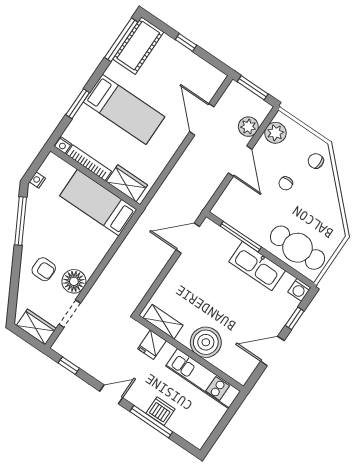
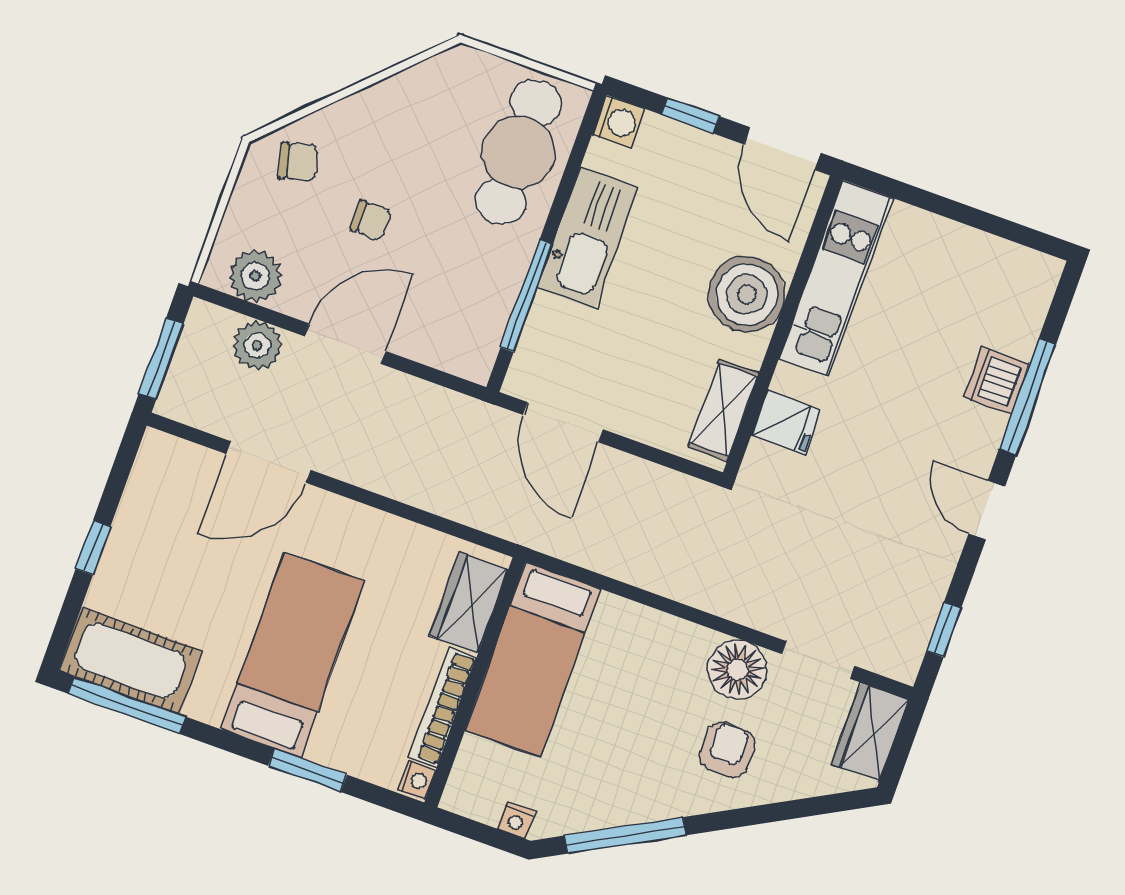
chair: (316, 161) -> (298, 162), turned -104
shelving: (163, 322) -> (723, 410), moved
boiler: (206, 342) -> (747, 294), moved
fridge: (152, 345) -> (786, 423), moved
wall: (190, 353) -> (783, 326), moved
kitchen unit: (203, 379) -> (836, 278), moved

